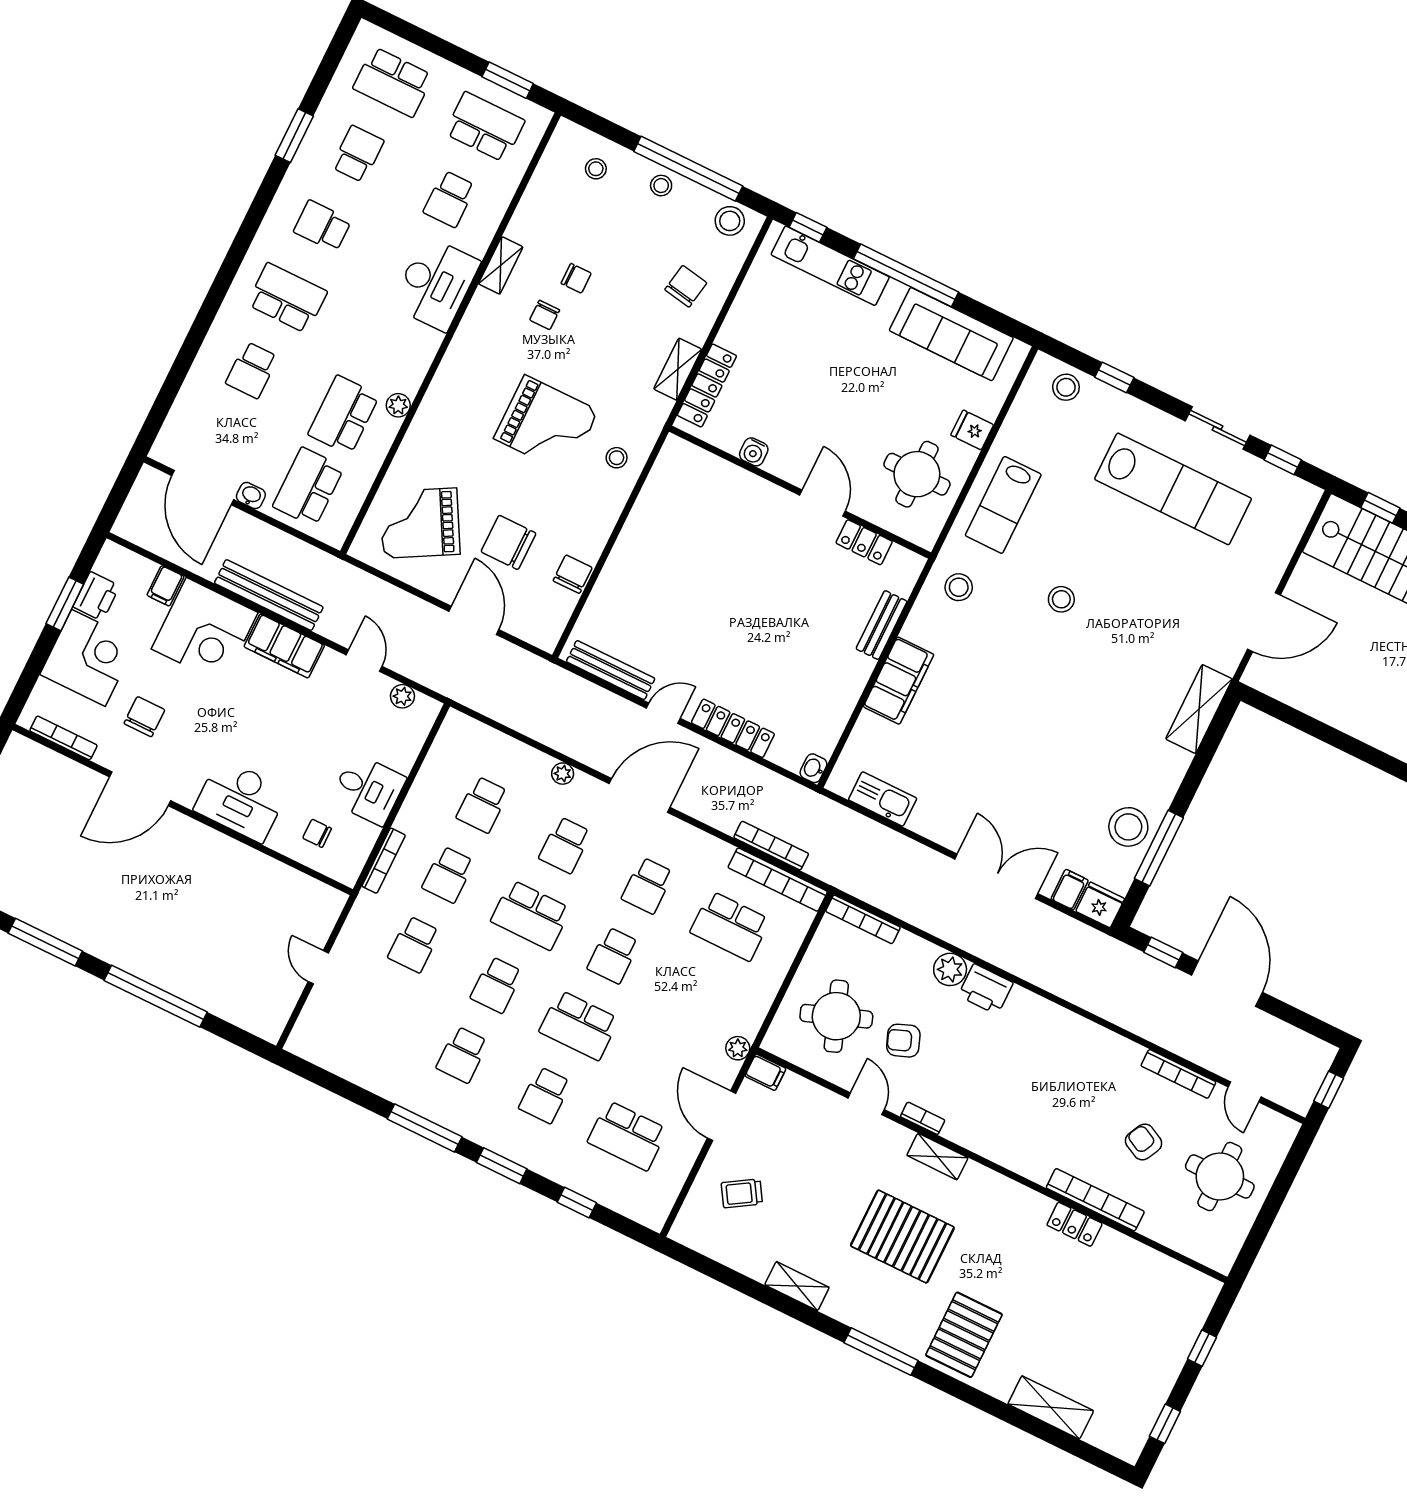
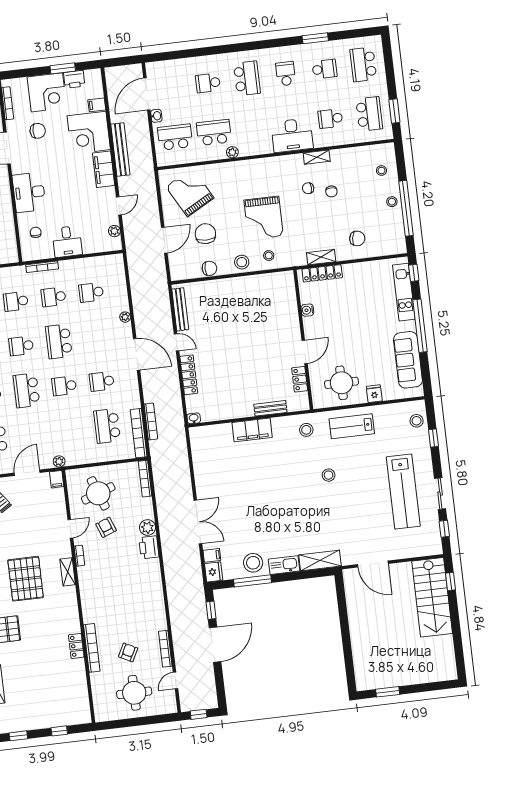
stool: (730, 221) -> (242, 262), moved
kitchen sink: (883, 799) -> (284, 565), moved, turned -90
school desk: (565, 845) -> (96, 337), removed

